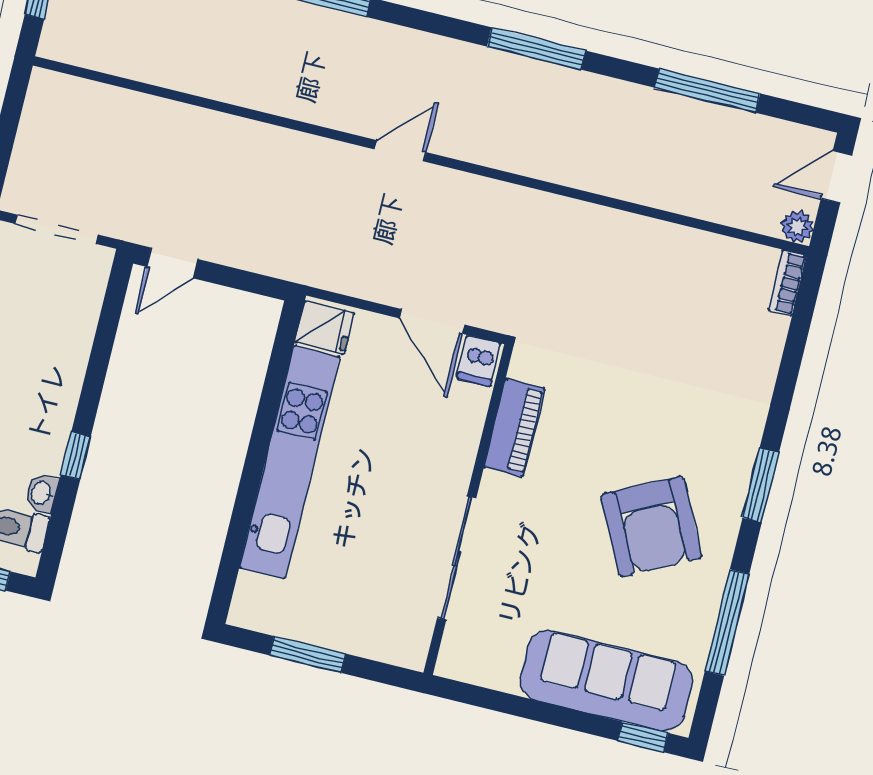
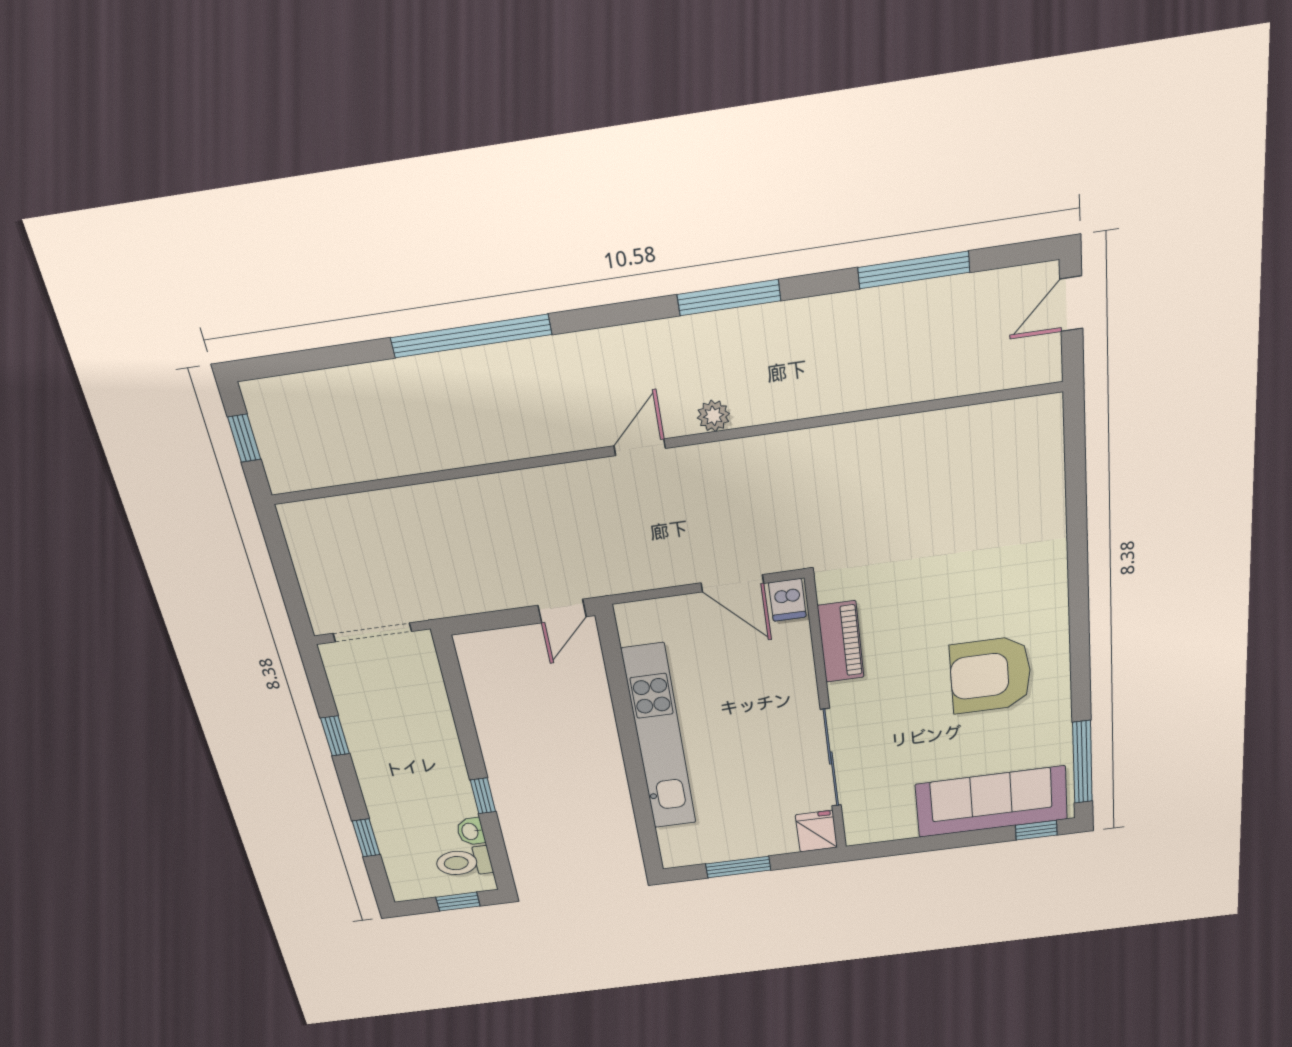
plant: (797, 227) -> (713, 416), moved
door: (172, 263) -> (562, 611), moved
bookcase: (787, 283) -> (1051, 424), removed
fridge: (325, 328) -> (816, 831), moved, turned -90
window: (761, 485) -> (1079, 608), removed
armchair: (652, 526) -> (991, 675), turned 117
window: (727, 623) -> (1082, 762), moved

